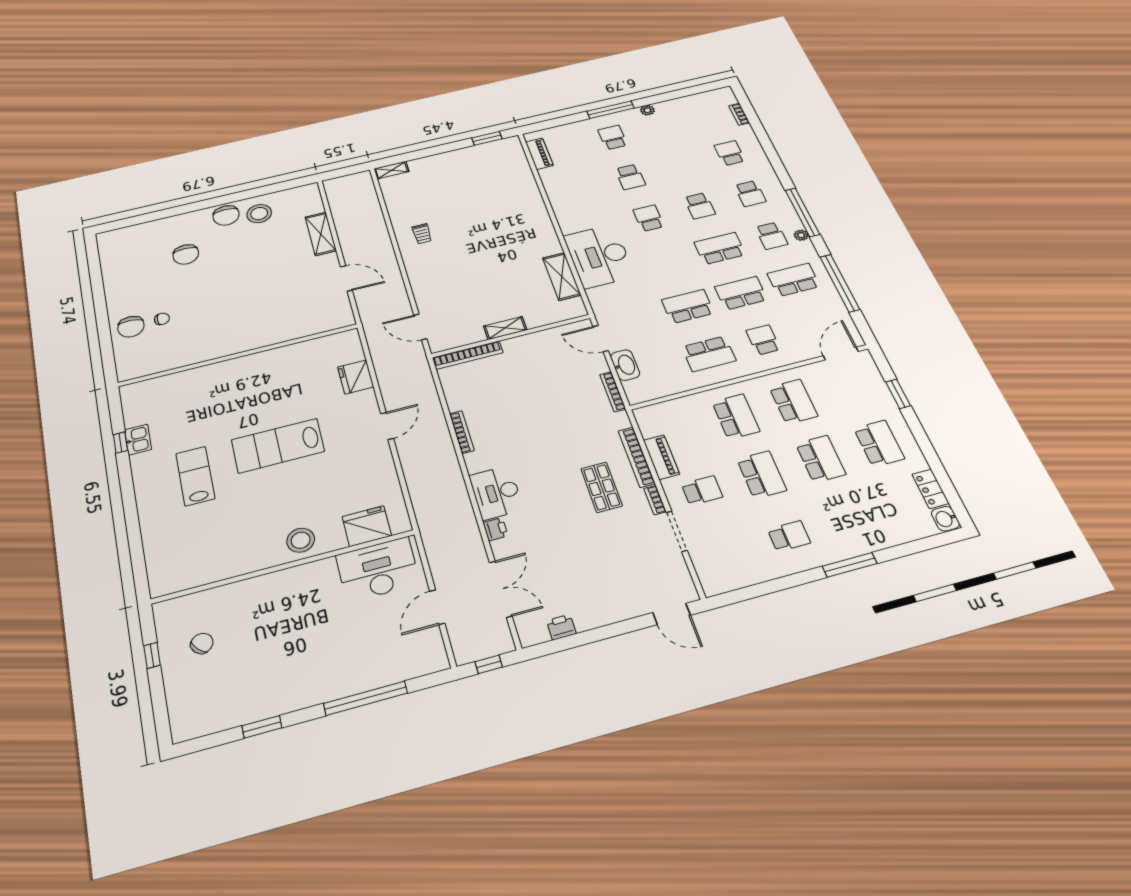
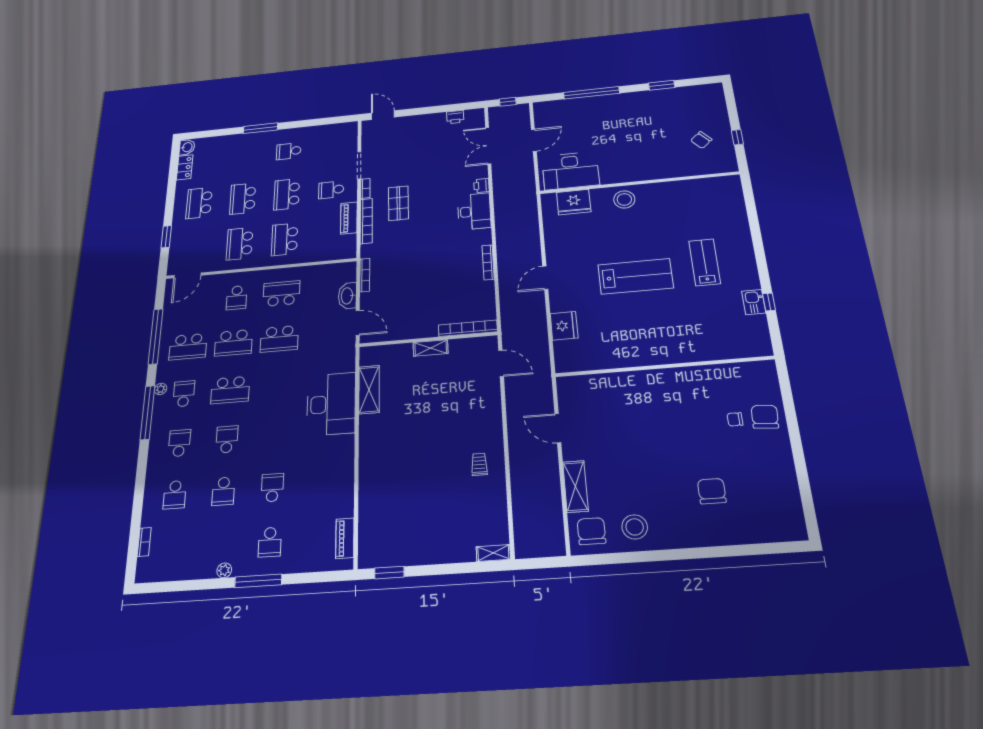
chair: (226, 215) -> (591, 531), moved
school desk: (649, 218) -> (223, 491), moved
lab bench: (195, 476) -> (705, 262), turned 180

